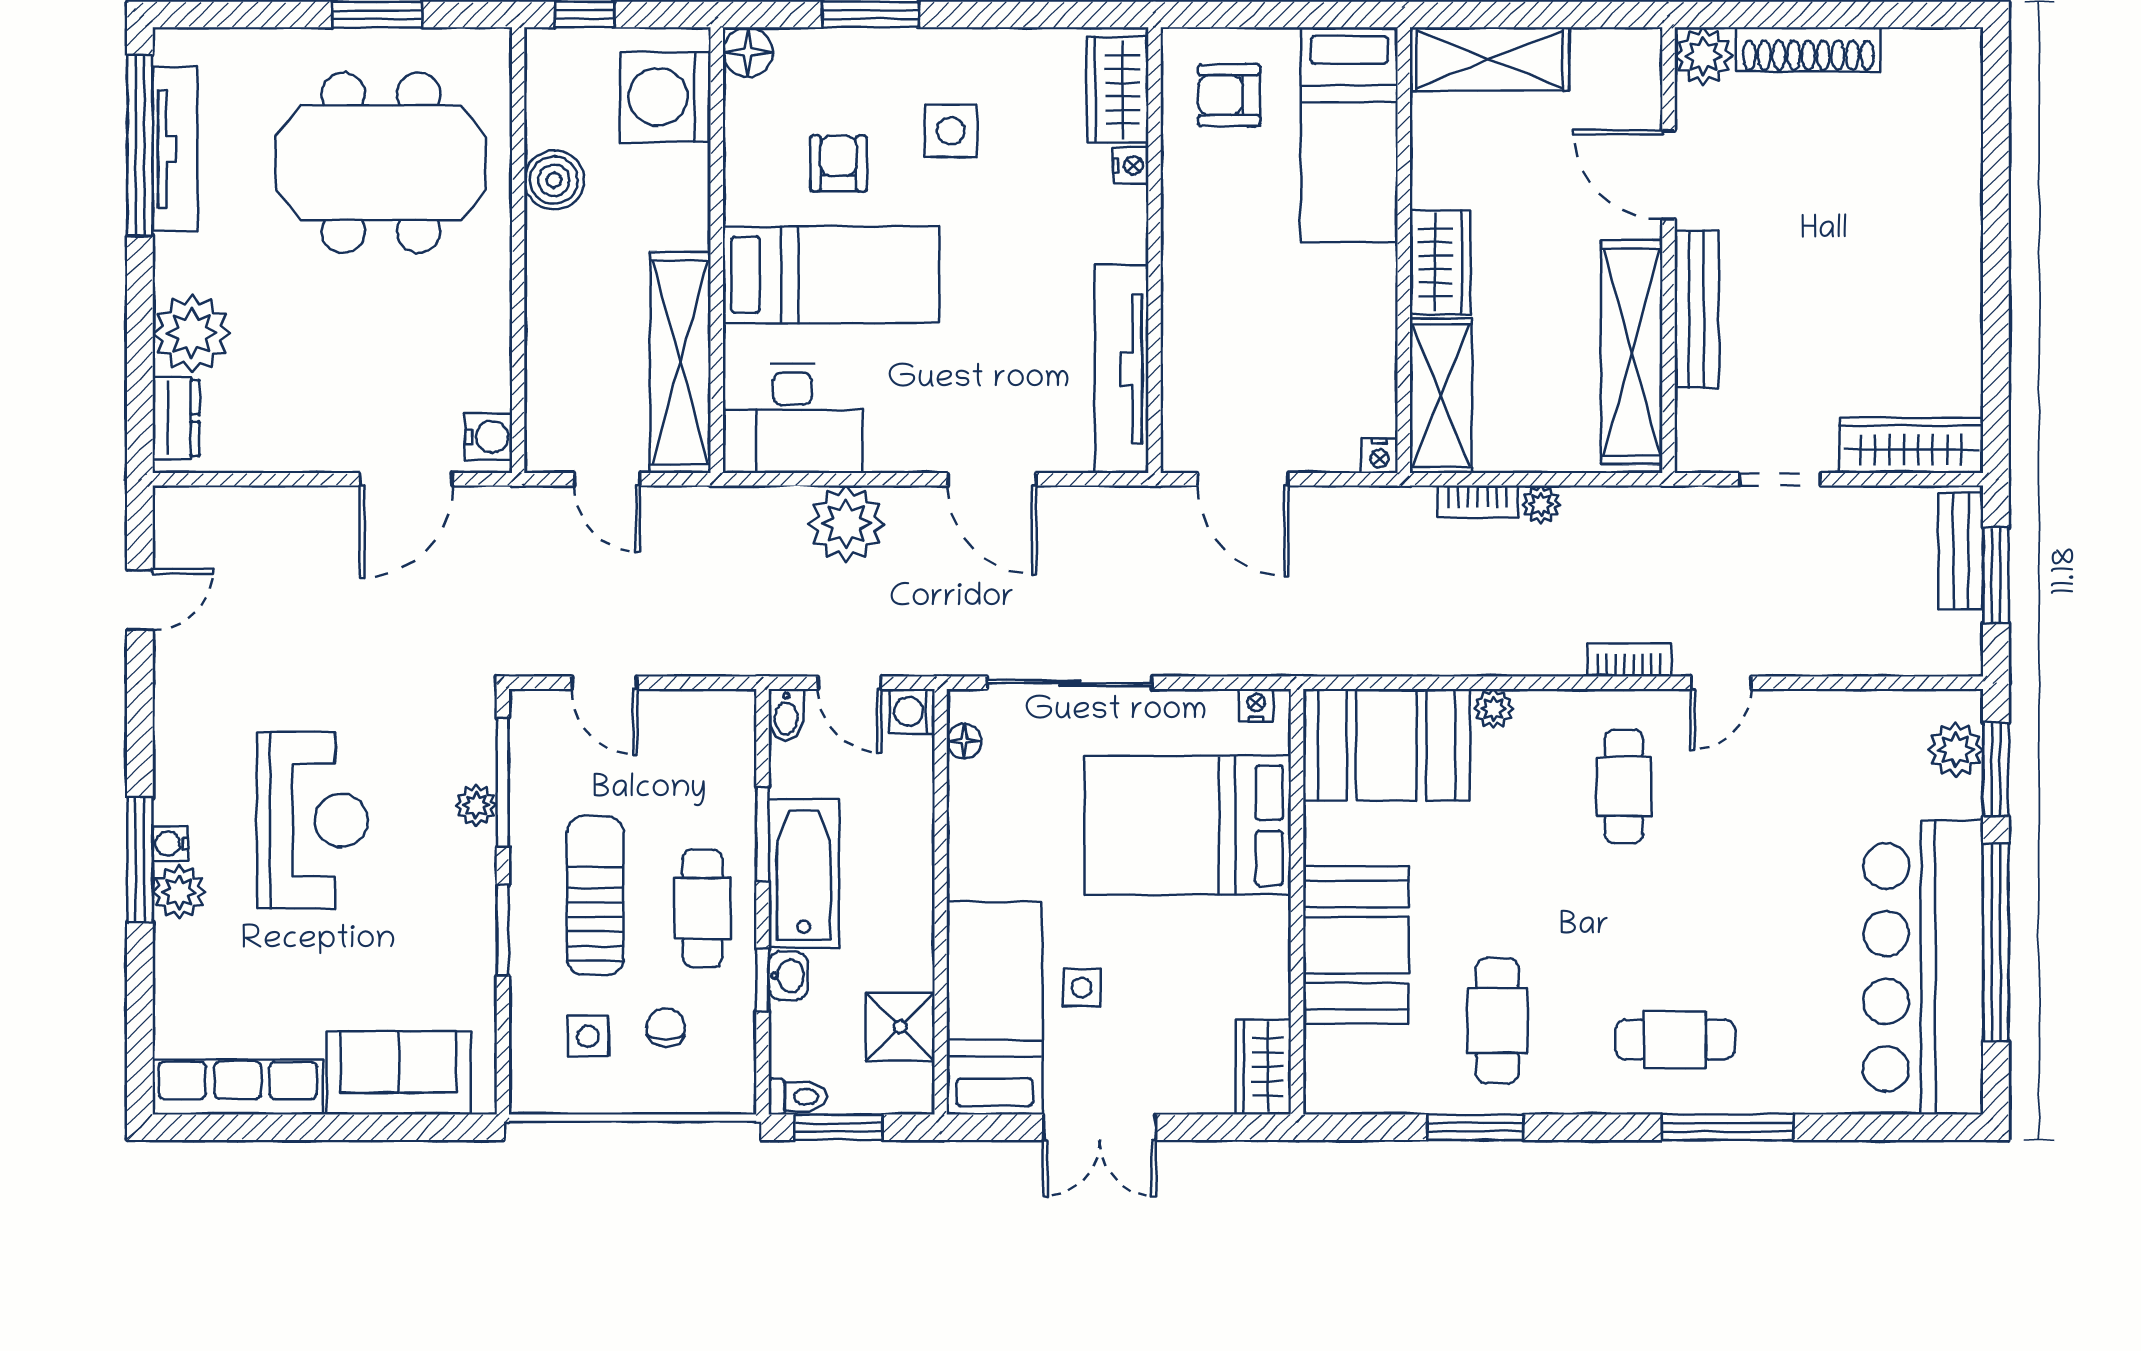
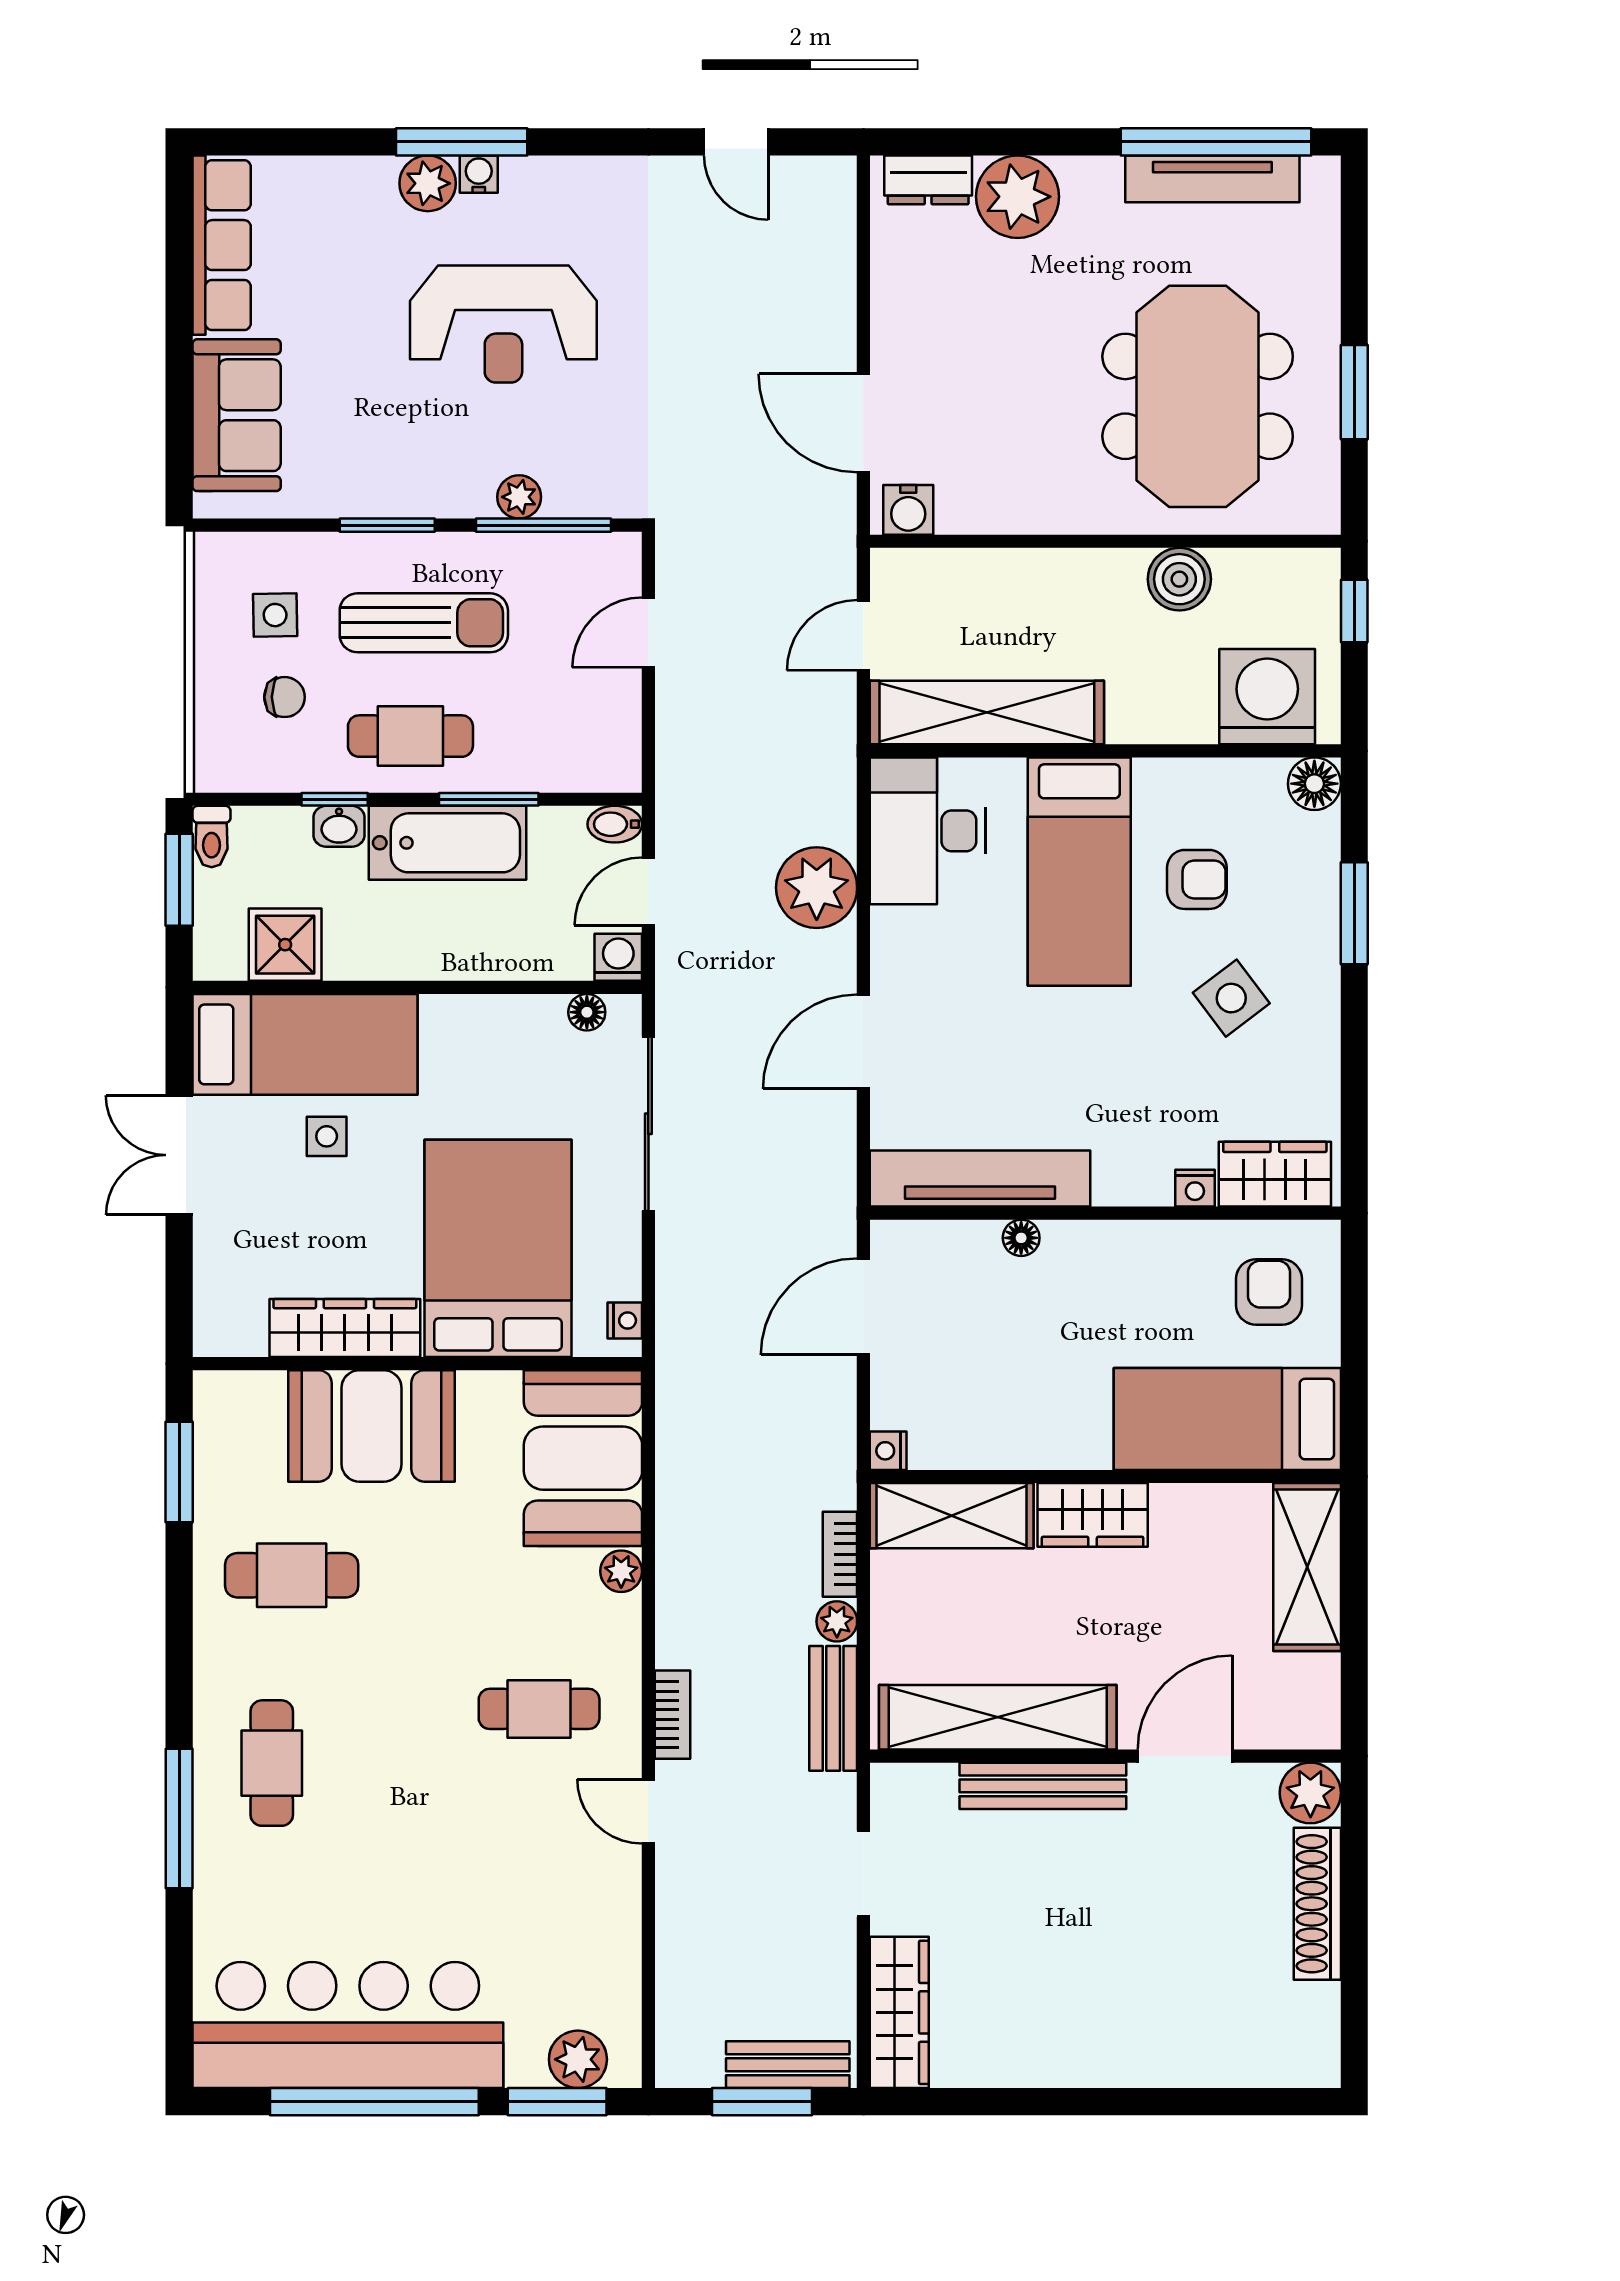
side table: (951, 131) -> (1231, 998), turned -37
floor lamp: (1178, 330) -> (1021, 1238), added
bench: (1623, 508) -> (833, 1708), added
wardrobe: (1263, 1067) -> (345, 1328), moved, width x1.50
window: (1475, 1127) -> (179, 1472), moved

